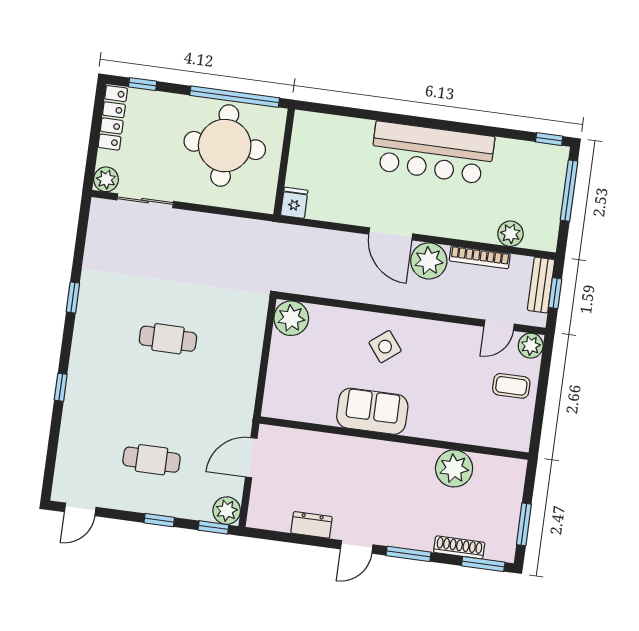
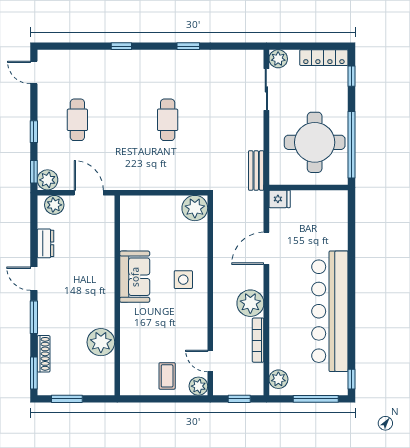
bar counter: (432, 153) -> (330, 311), width x1.36
door: (391, 234) -> (266, 248), moved
plant: (510, 234) -> (278, 379), moved
bench: (541, 285) -> (256, 170), moved, turned 90
side table: (385, 347) -> (183, 280), turned 38
plant: (261, 506) -> (54, 205), added

